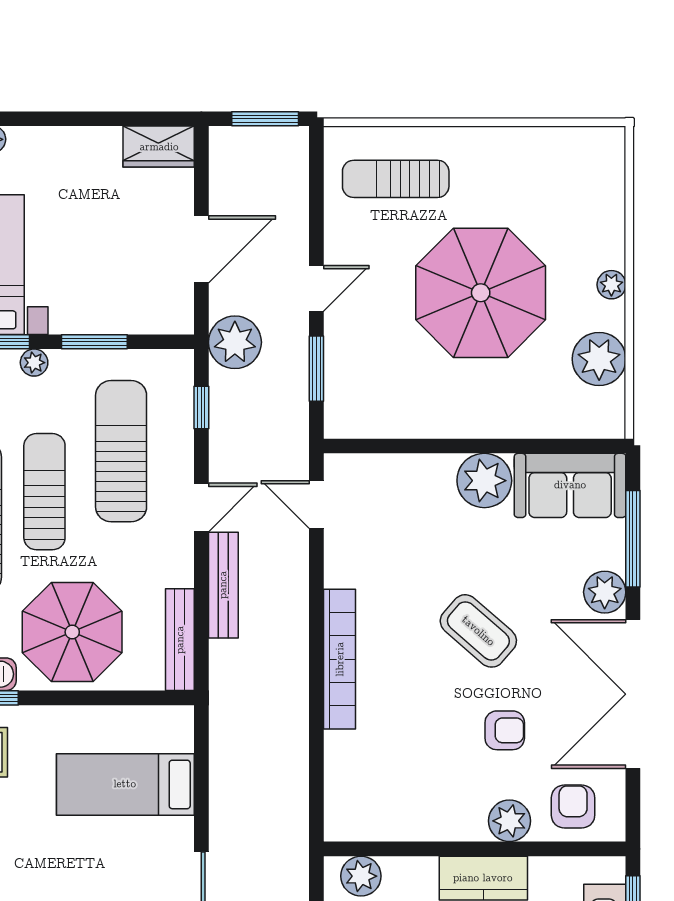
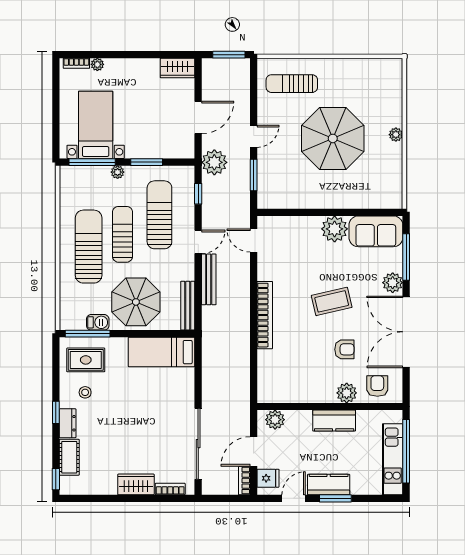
plant: (599, 359) -> (390, 170), removed
coffee table: (478, 631) -> (332, 301), turned -54
bed: (125, 784) -> (162, 352), moved

